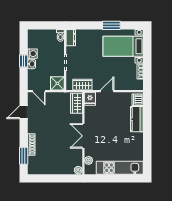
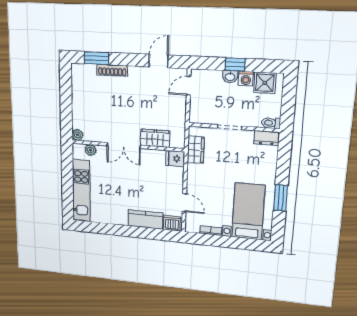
shower: (57, 83) -> (265, 83), moved
door: (107, 91) -> (184, 203), moved
wardrobe: (76, 103) -> (155, 138), moved
door: (24, 112) -> (159, 61), hinge flipped
double door: (83, 136) -> (124, 146), swing flipped

